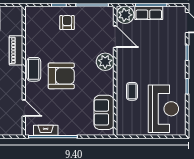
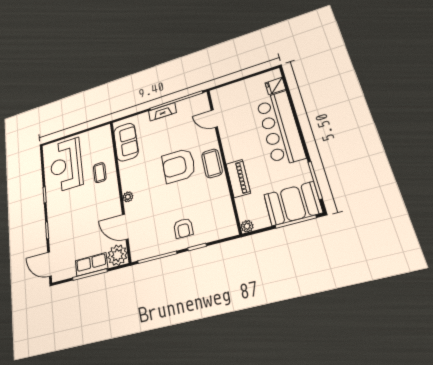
plant: (18, 11) -> (247, 226), added
plant: (105, 62) -> (128, 197), width x0.53, depth x0.53
fireplace: (46, 130) -> (162, 112), moved

